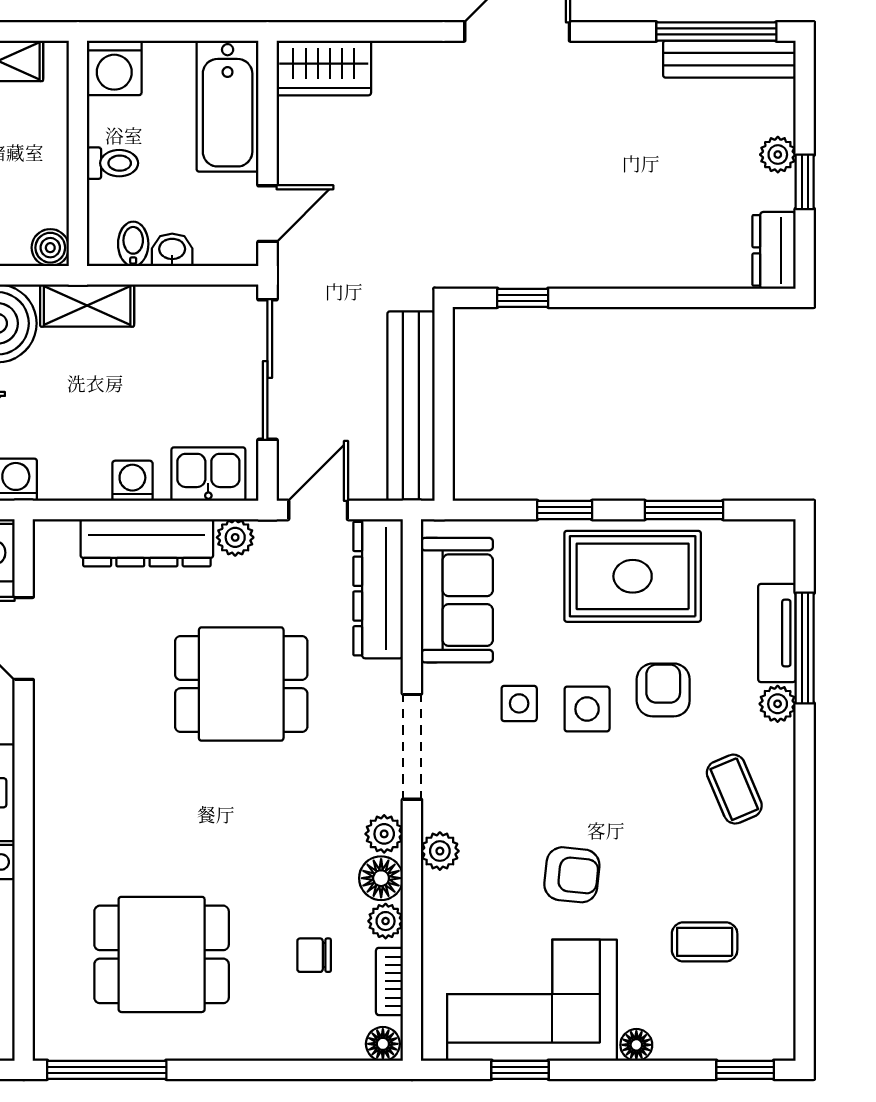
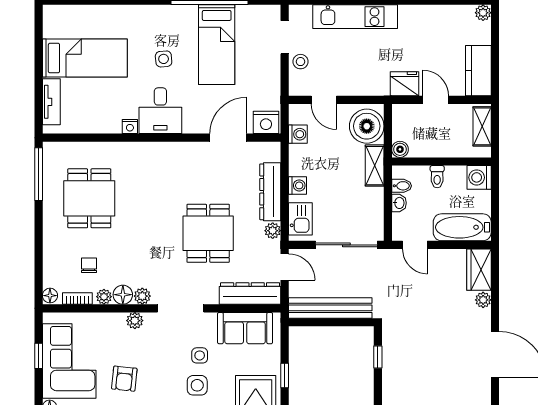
plant: (393, 59) -> (483, 300), added

